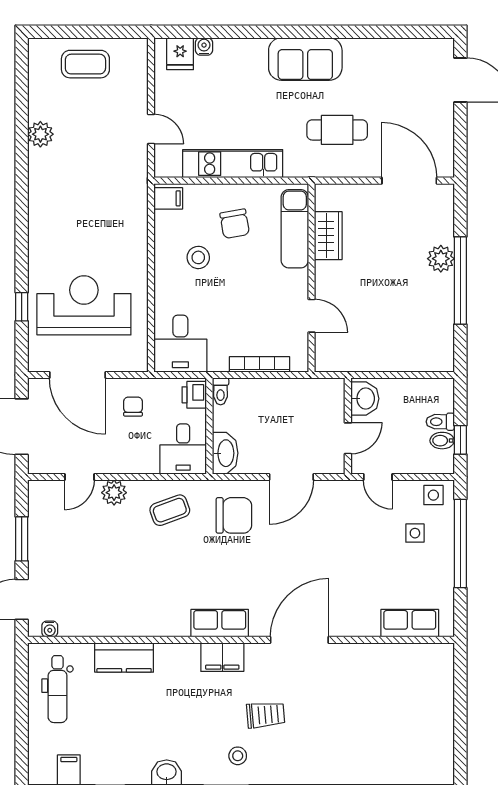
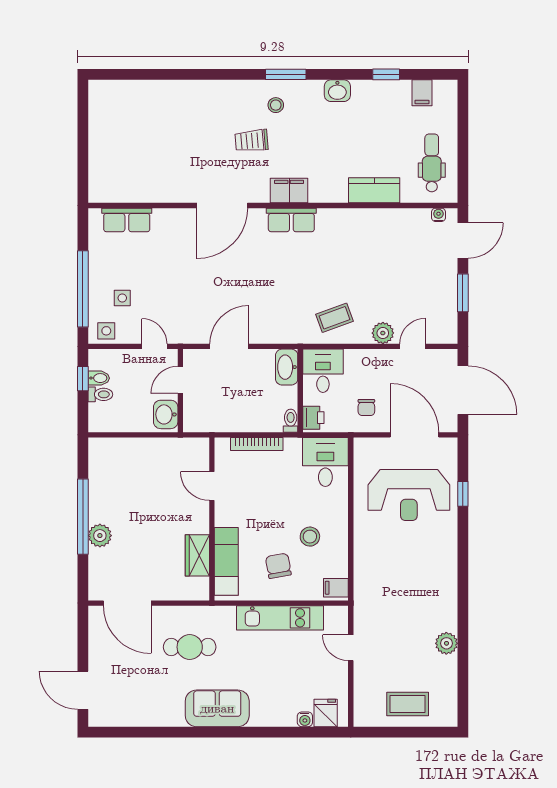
chair: (234, 515) -> (279, 313), removed

